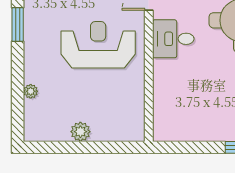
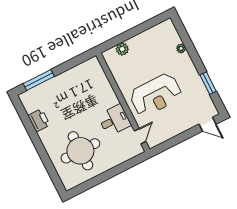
plant: (80, 132) -> (122, 49), moved

